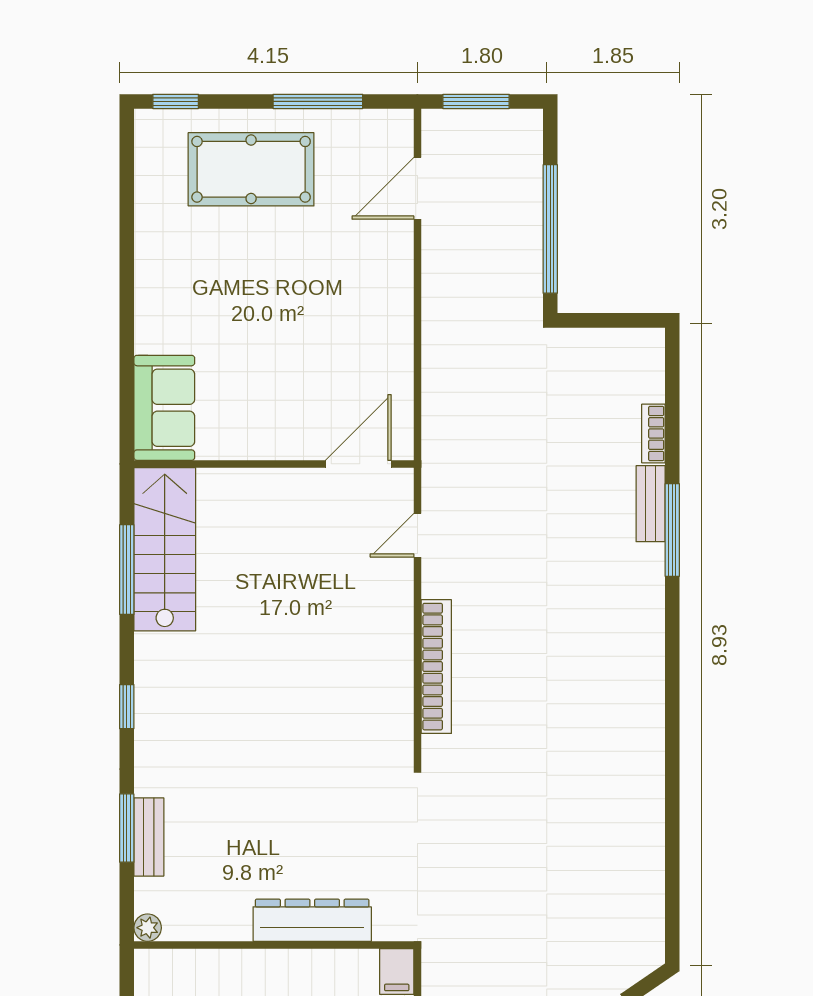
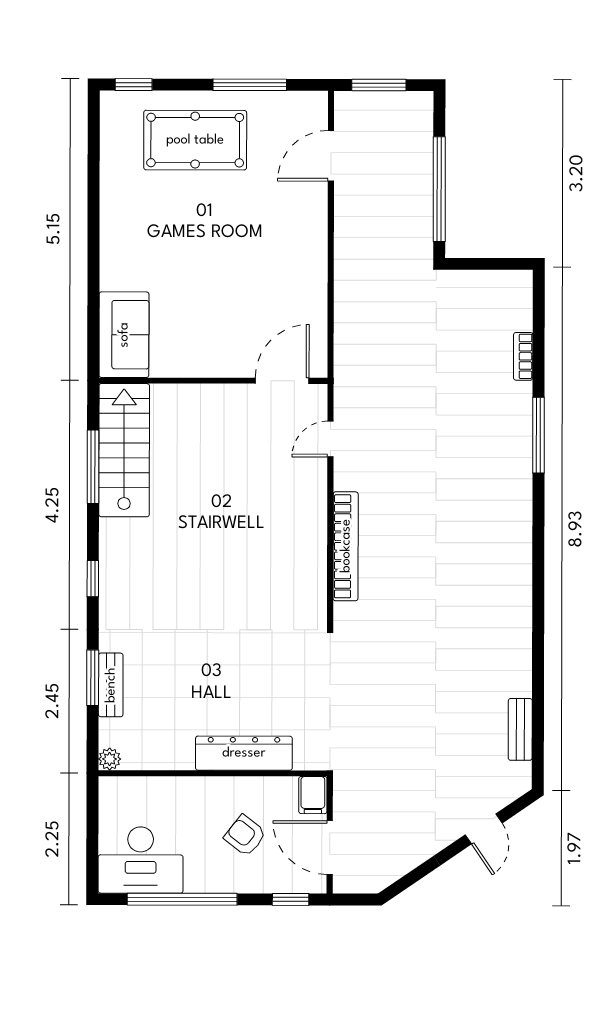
bench: (651, 504) -> (520, 729), moved

